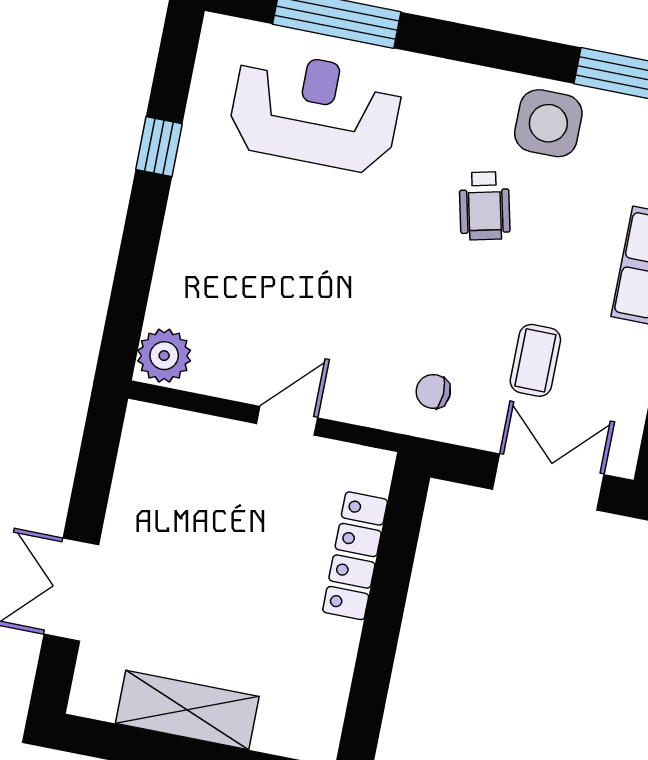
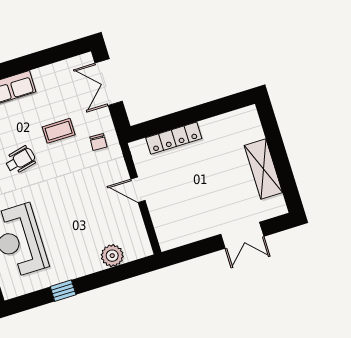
plant: (164, 356) -> (112, 256), moved
coffee table: (535, 360) -> (59, 131), moved

